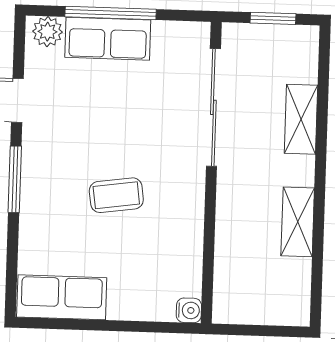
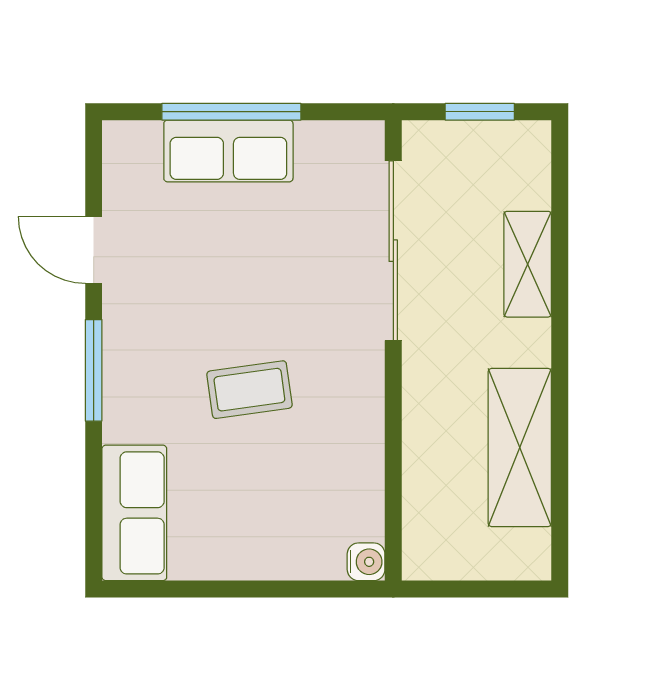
plant: (47, 32) -> (136, 143), removed
shelving: (298, 222) -> (520, 448), width x1.50, depth x1.33
row of seats: (62, 297) -> (134, 513), moved, turned 90

